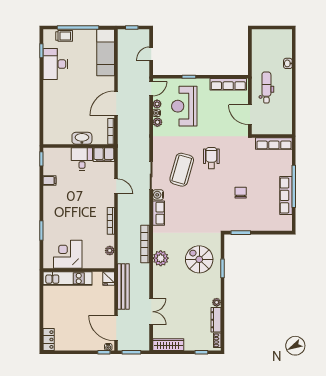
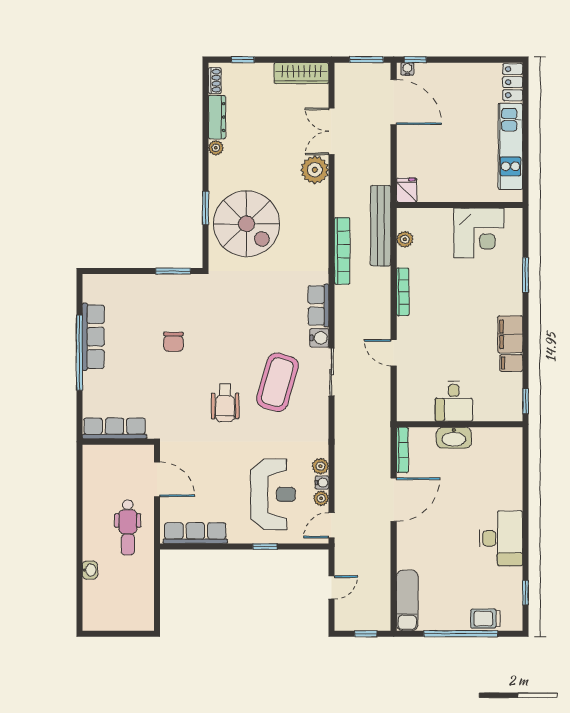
exam couch: (106, 52) -> (407, 600), width x0.73, depth x0.69
desk: (55, 64) -> (501, 538), moved
filing cabinet: (104, 155) -> (510, 334), moved, turned -90
plant: (161, 258) -> (315, 170), moved
spiral stairs: (199, 259) -> (247, 224), width x1.37, depth x1.37
kitchen unit: (67, 278) -> (510, 146), moved, turned -90
bench: (123, 287) -> (381, 226), moved

